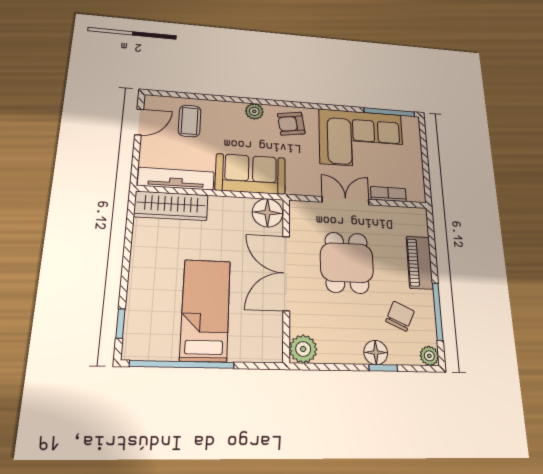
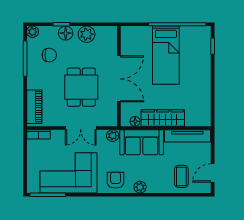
armchair: (291, 124) -> (116, 180), turned -81
plant: (296, 186) -> (113, 136), added
bookcase: (388, 194) -> (38, 134), moved
wardrobe: (171, 206) -> (163, 118), moved
floor lamp: (267, 213) -> (135, 121), width x0.53, depth x0.53
piano: (420, 263) -> (34, 107), moved
chair: (400, 316) -> (49, 55), turned -115
plant: (303, 349) -> (87, 34), moved

